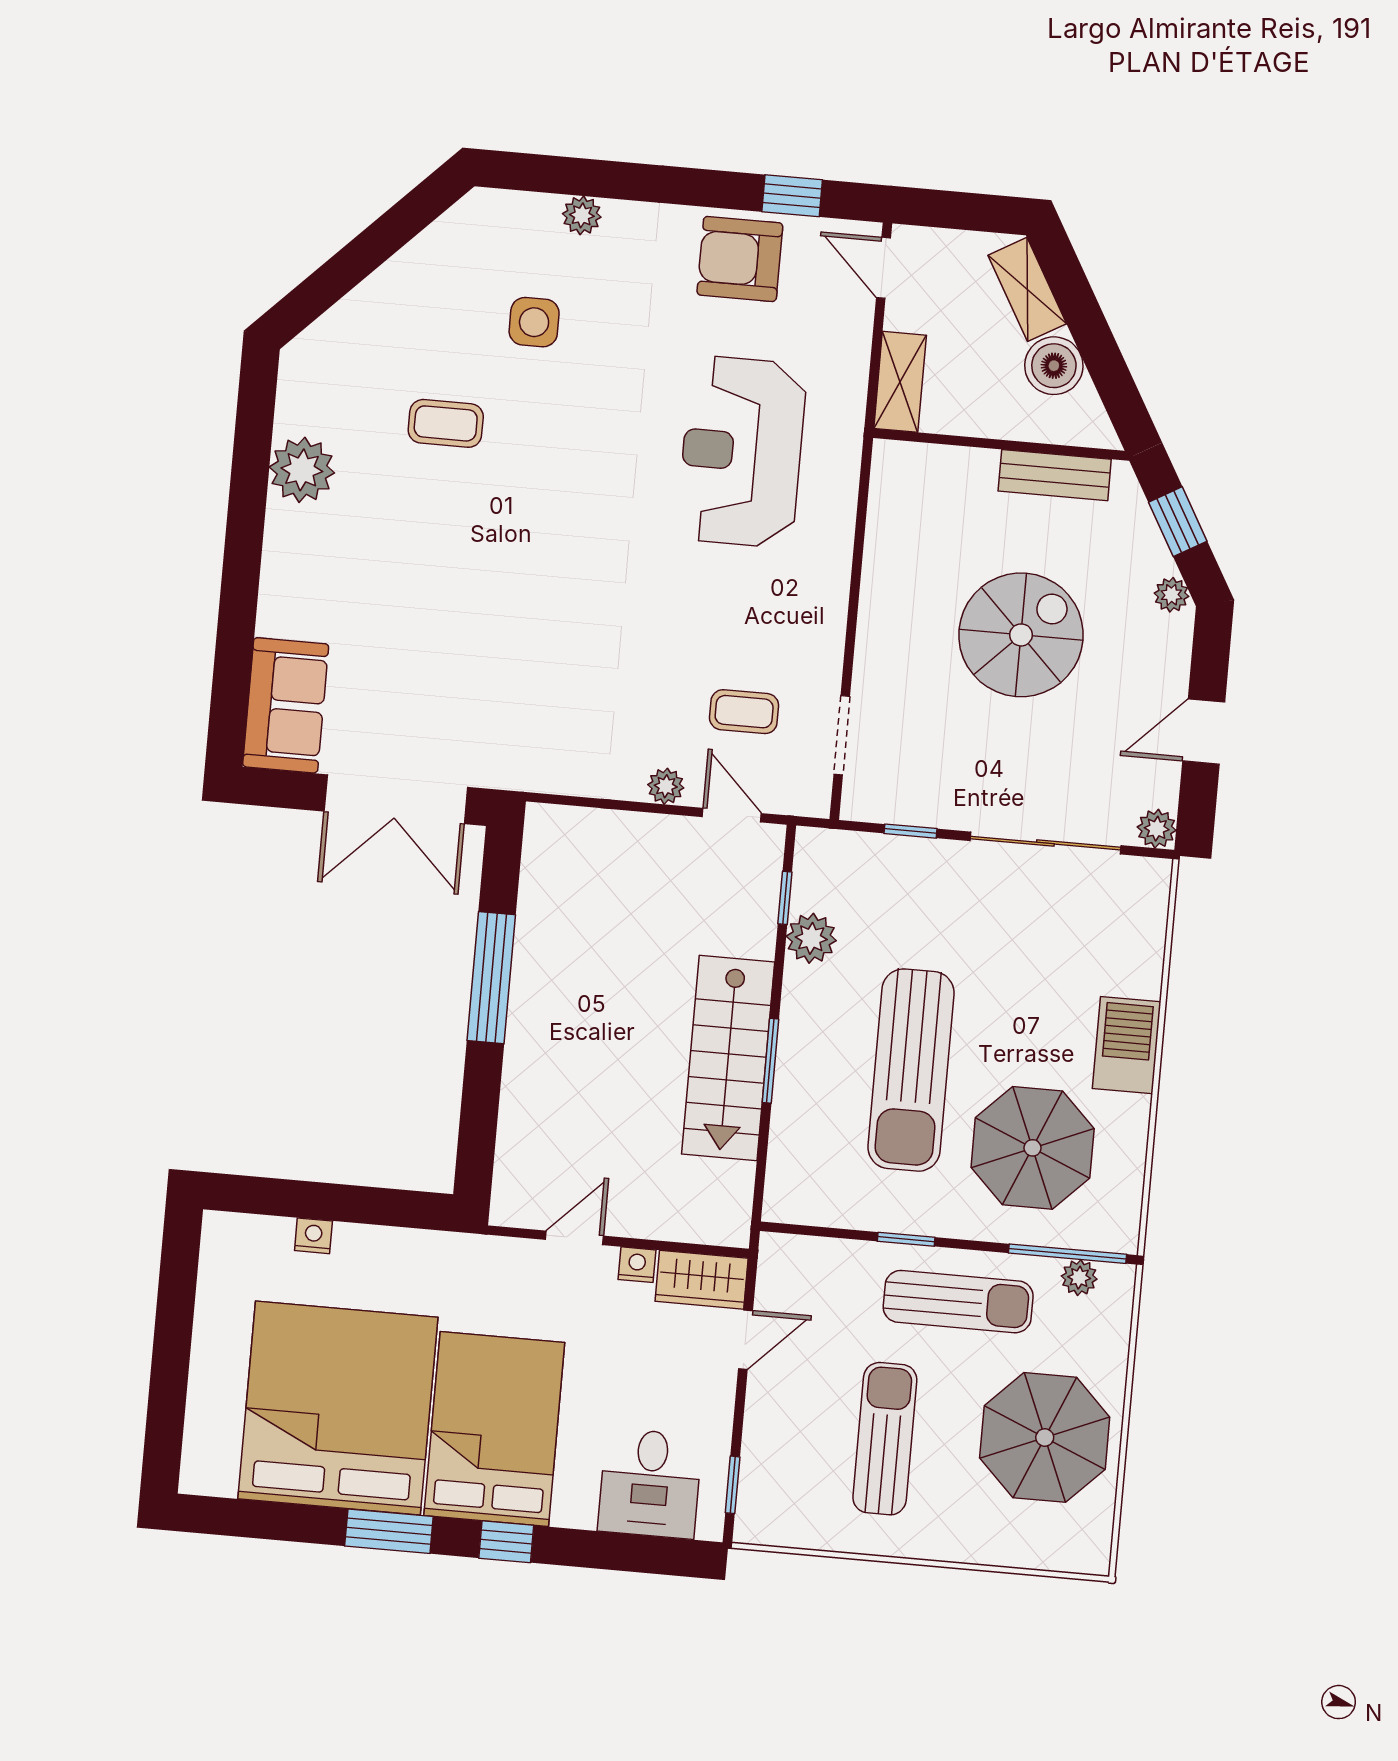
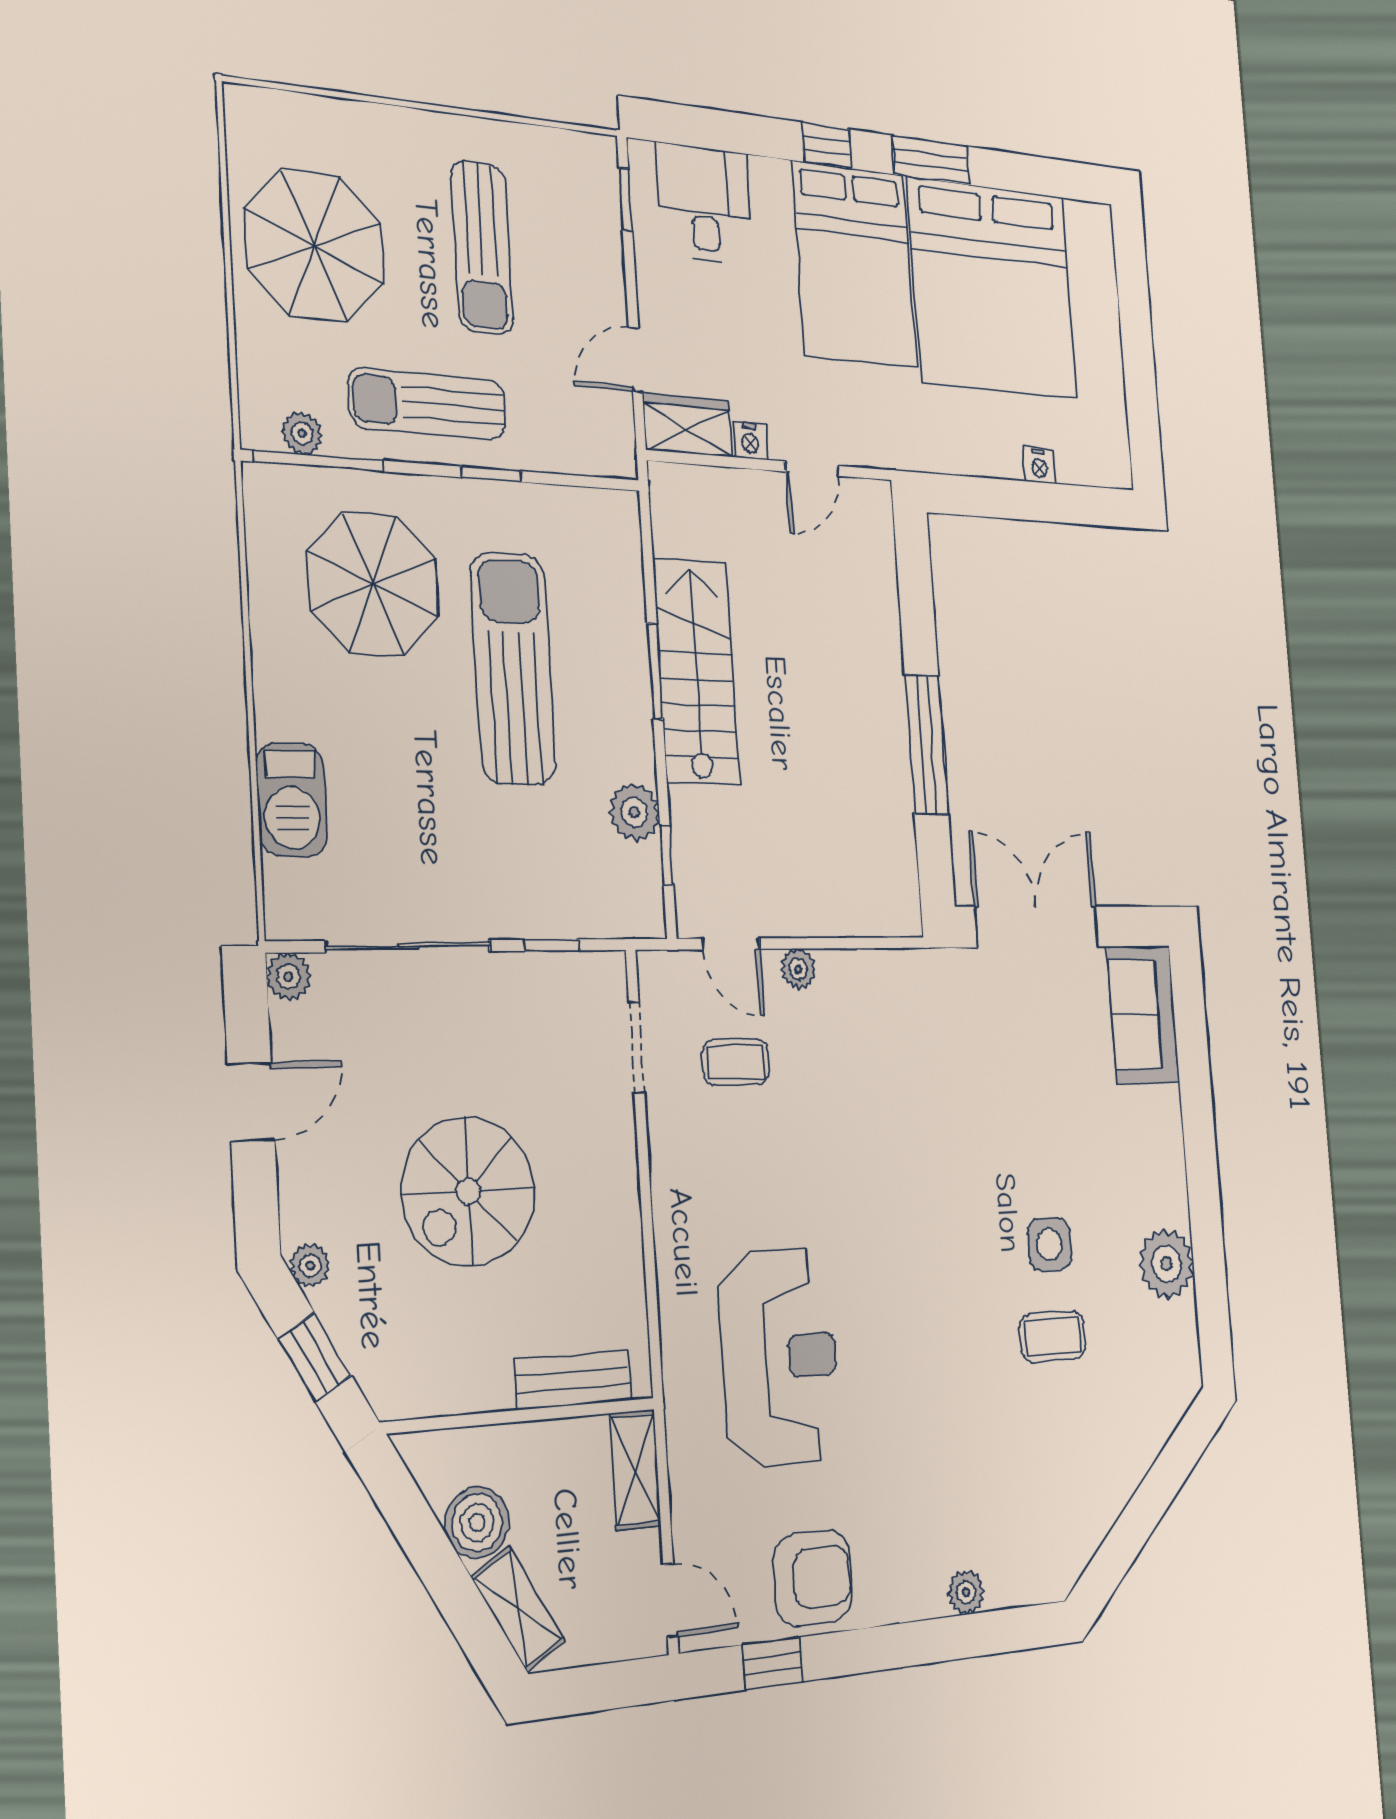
side table: (534, 322) -> (1049, 1244), moved
bench: (1055, 475) -> (573, 1380), moved
barbecue: (1127, 1045) -> (292, 800), moved

